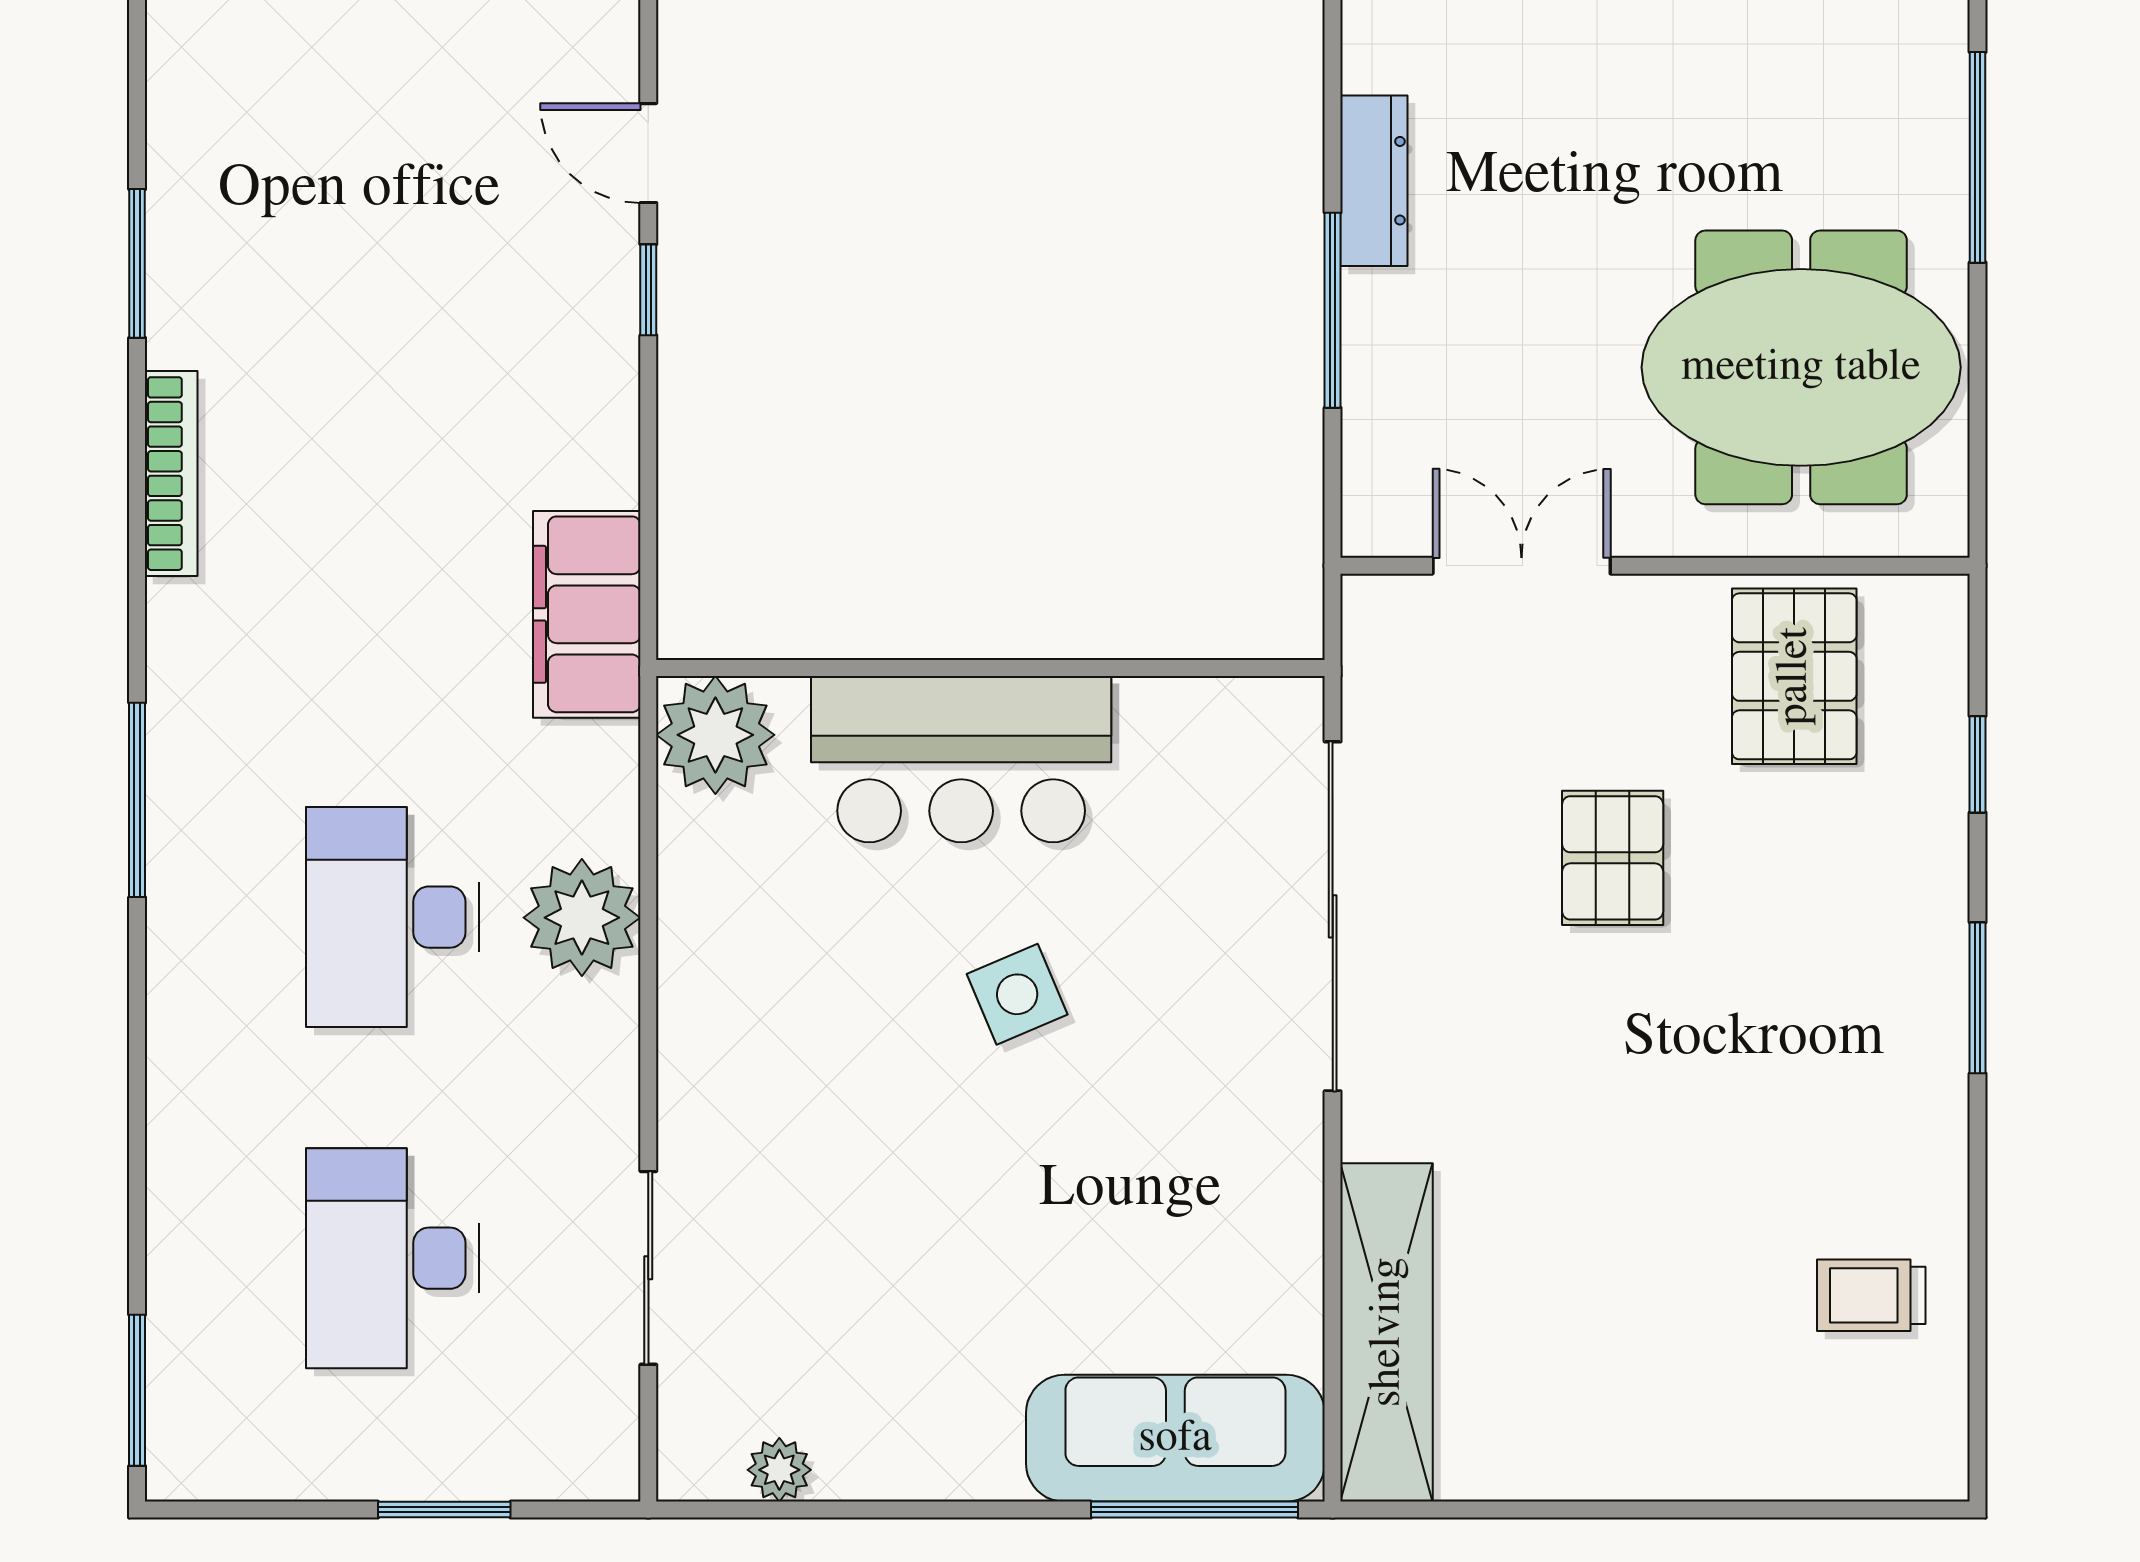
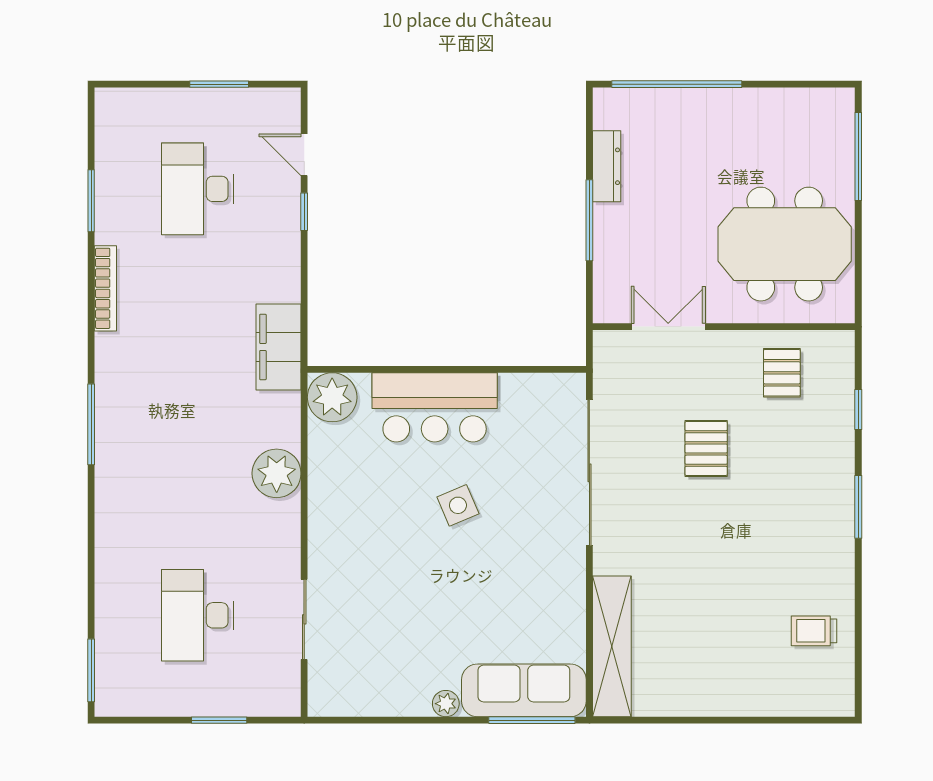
pallet: (1794, 676) -> (782, 373), width x0.67, depth x0.71
desk: (393, 917) -> (198, 189), moved
plant: (779, 1470) -> (446, 704), moved

